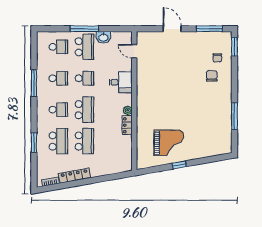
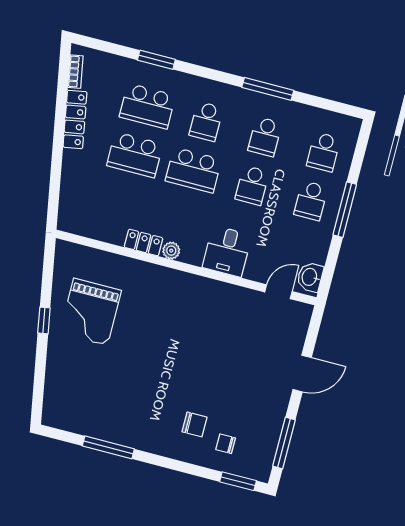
washbasin: (103, 37) -> (310, 277), moved
school desk: (84, 47) -> (311, 201), width x0.54

